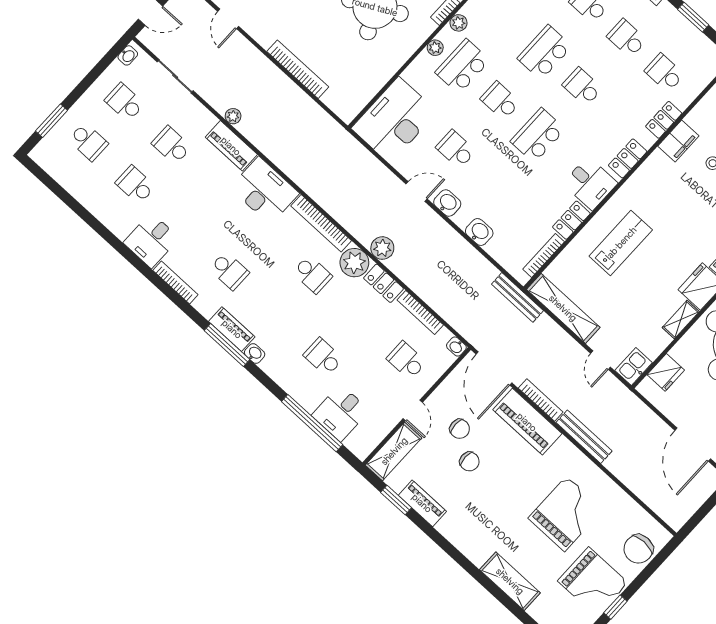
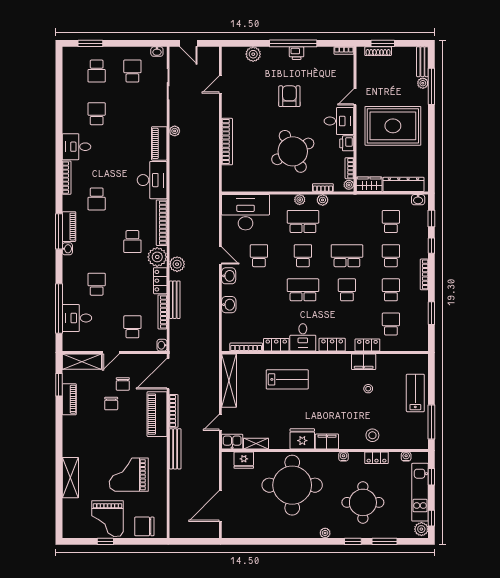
school desk: (171, 145) -> (132, 114), removed
bench: (517, 297) -> (175, 300), moved
shelving: (681, 320) -> (256, 444), moved
grand piano: (566, 514) -> (129, 475), turned 180

